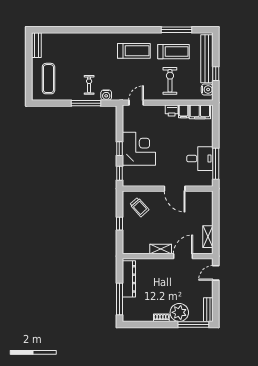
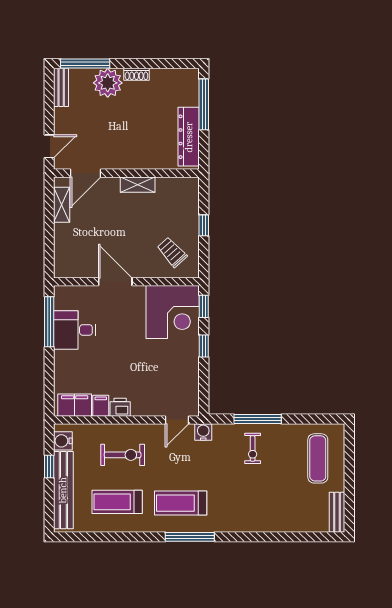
window: (177, 30) -> (190, 537), moved
exercise bike: (170, 81) -> (123, 455), turned -90
water cooler: (106, 95) -> (203, 432), moved
corner desk: (139, 149) -> (173, 312), moved, turned -90
door: (183, 256) -> (85, 173), moved

